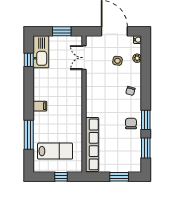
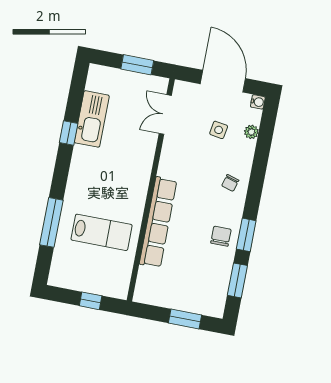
kitchen sink: (41, 52) -> (92, 119), moved
window: (29, 60) -> (69, 133), moved
filing cabinet: (40, 106) -> (78, 179), removed
row of seats: (92, 144) -> (158, 222), moved
lab bench: (55, 151) -> (102, 232), moved

